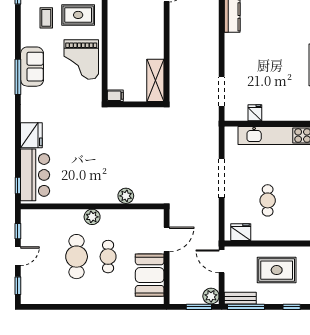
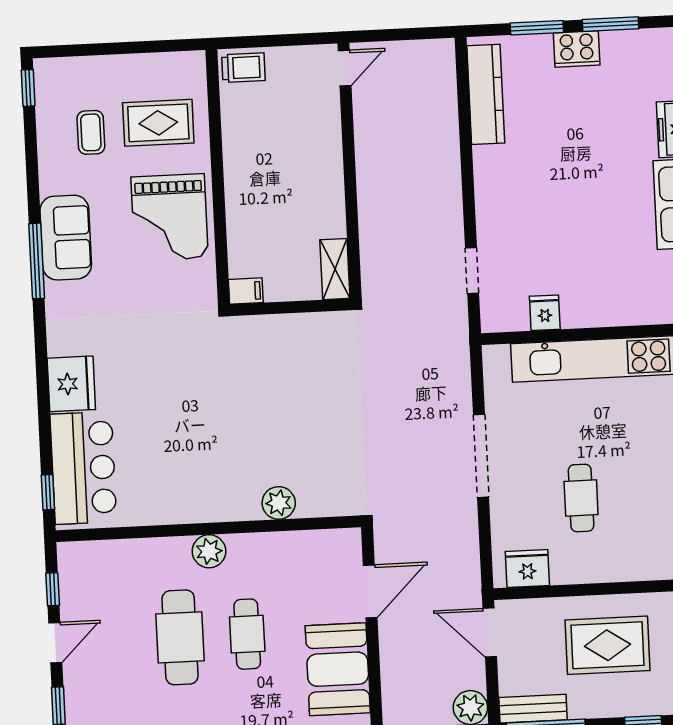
shelving: (155, 80) -> (335, 269), width x0.67, depth x0.75
doorway: (222, 91) -> (472, 271), width x0.73

